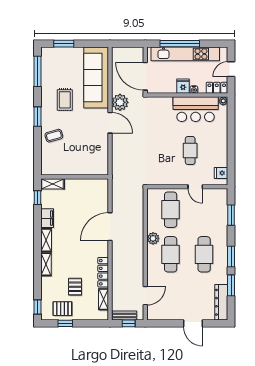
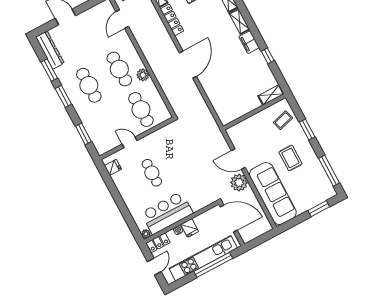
wall: (75, 177) -> (254, 112), moved
shelving: (53, 184) -> (271, 95), moved

